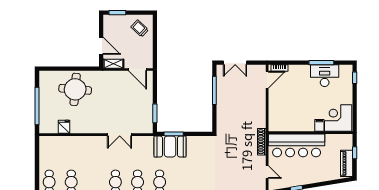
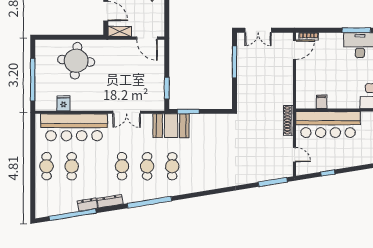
filing cabinet: (319, 125) -> (321, 102), moved
booth: (170, 147) -> (171, 126), moved
bar counter: (73, 148) -> (74, 127), added

